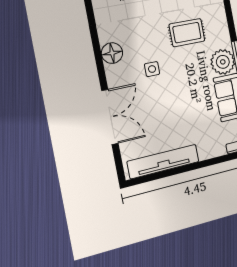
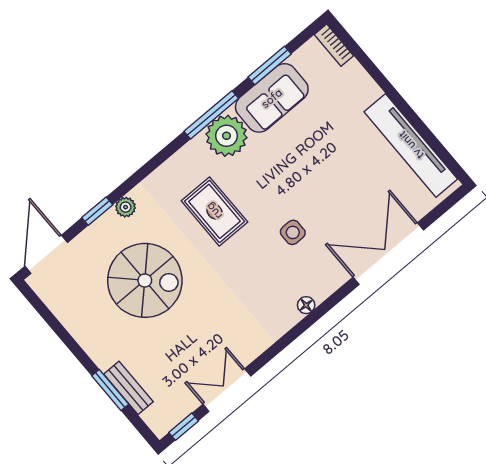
floor lamp: (112, 53) -> (306, 305), width x0.53, depth x0.53

